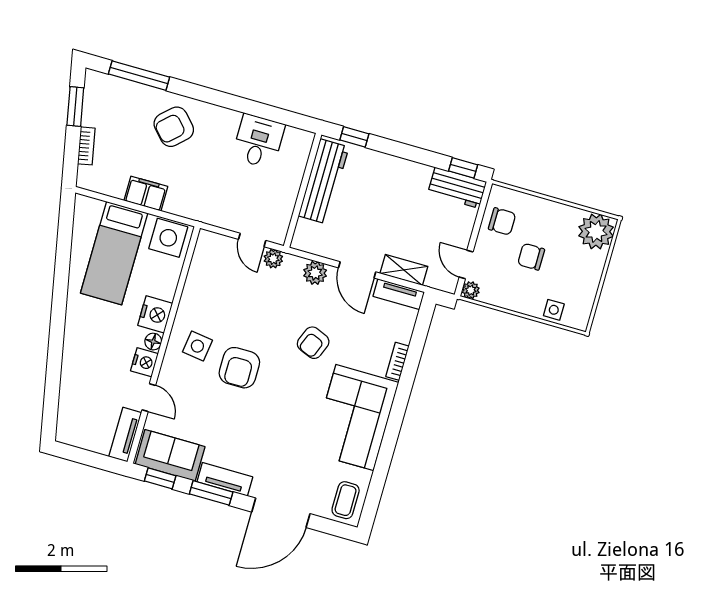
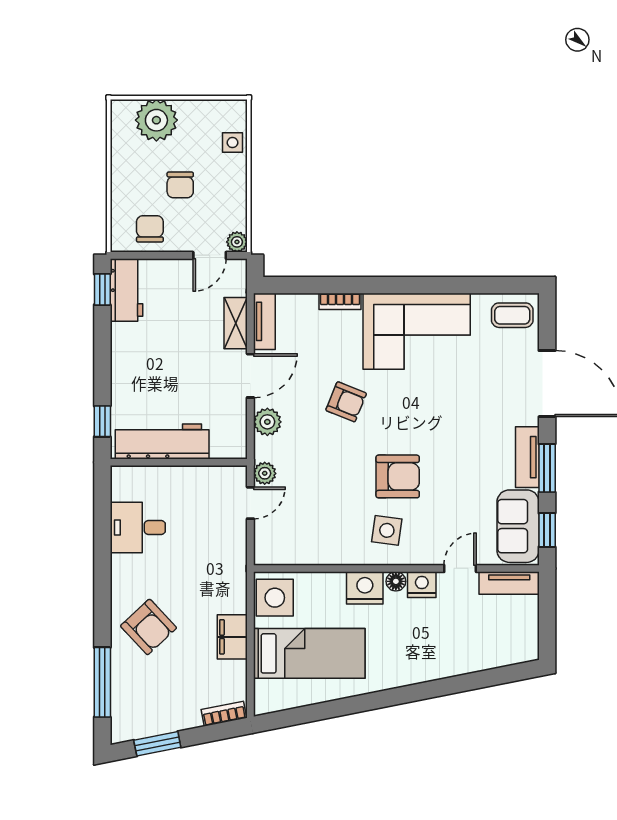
bookcase: (86, 146) -> (224, 714), moved
plant: (596, 232) -> (156, 120), moved

